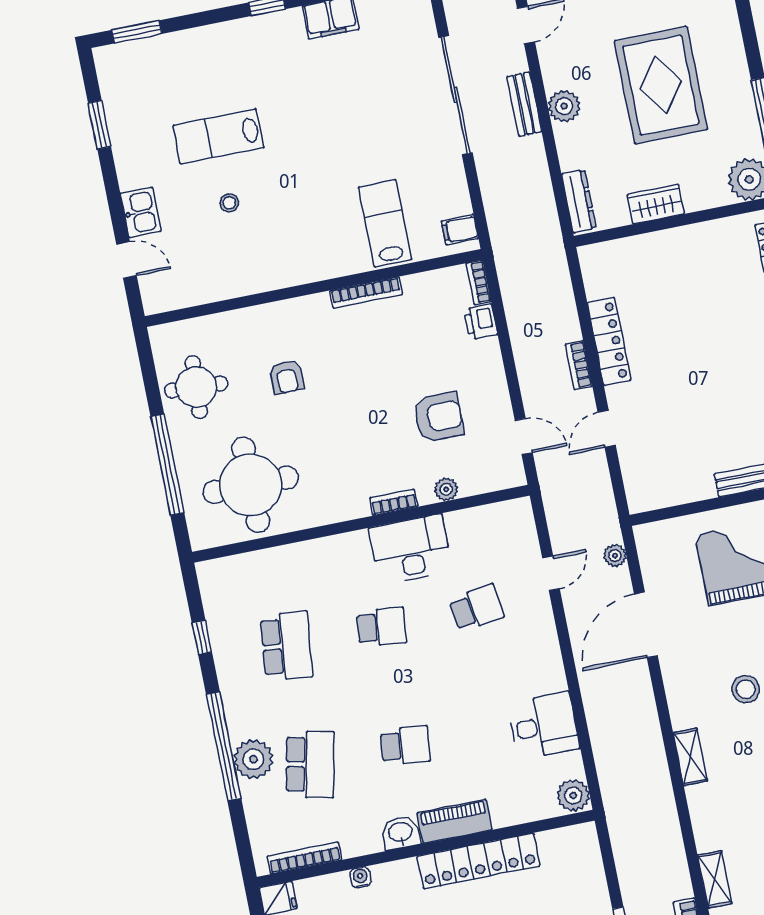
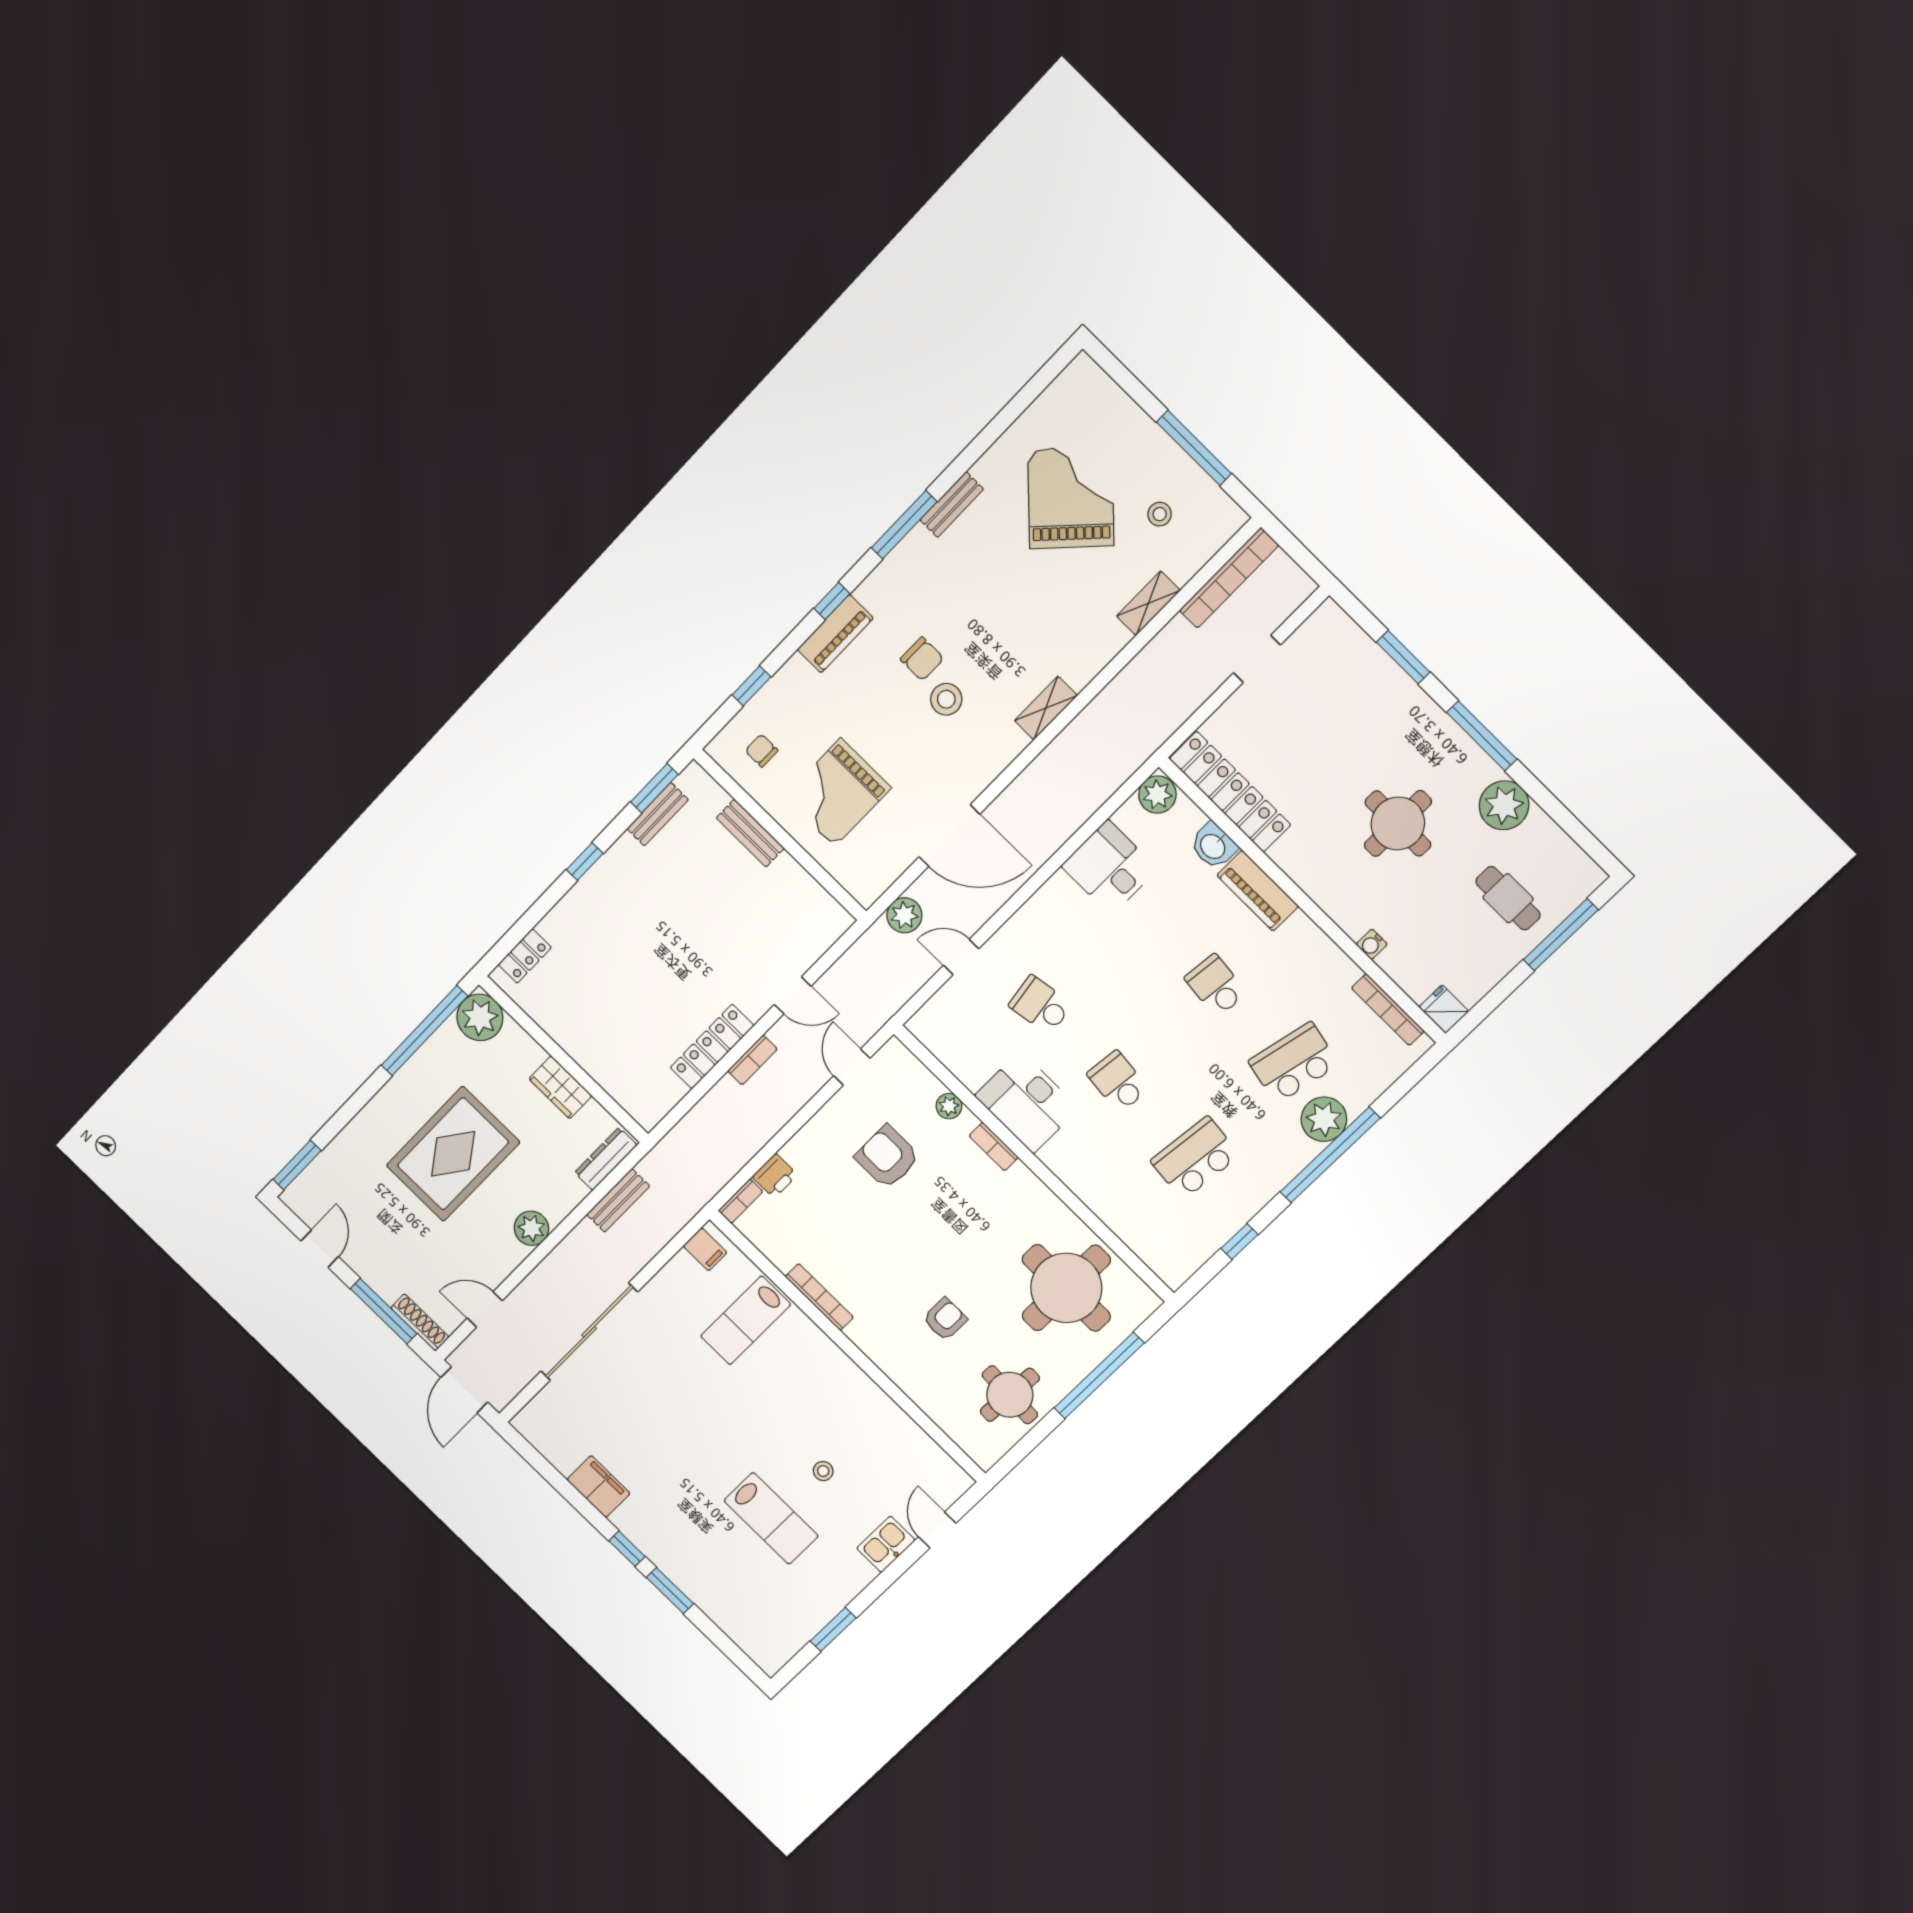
window: (137, 32) -> (670, 1591), moved
bench: (524, 104) -> (618, 1200), moved
plant: (615, 556) -> (904, 915), width x1.38, depth x1.38
washbasin: (401, 833) -> (1213, 846), moved
locker: (479, 861) -> (1230, 792), moved

